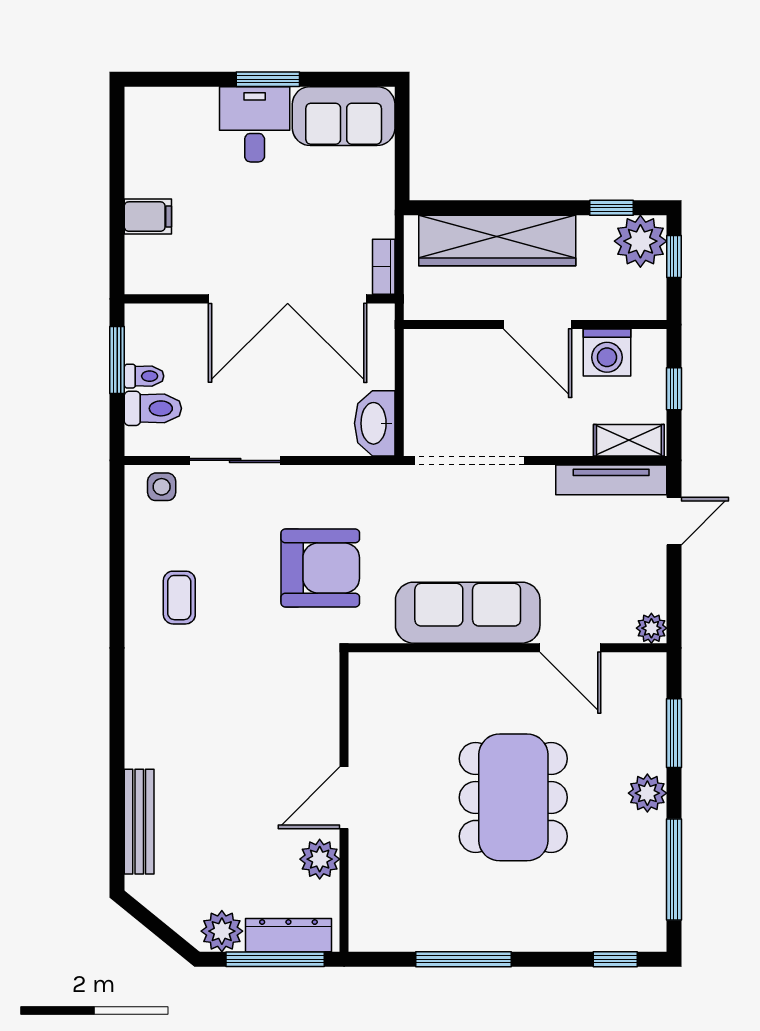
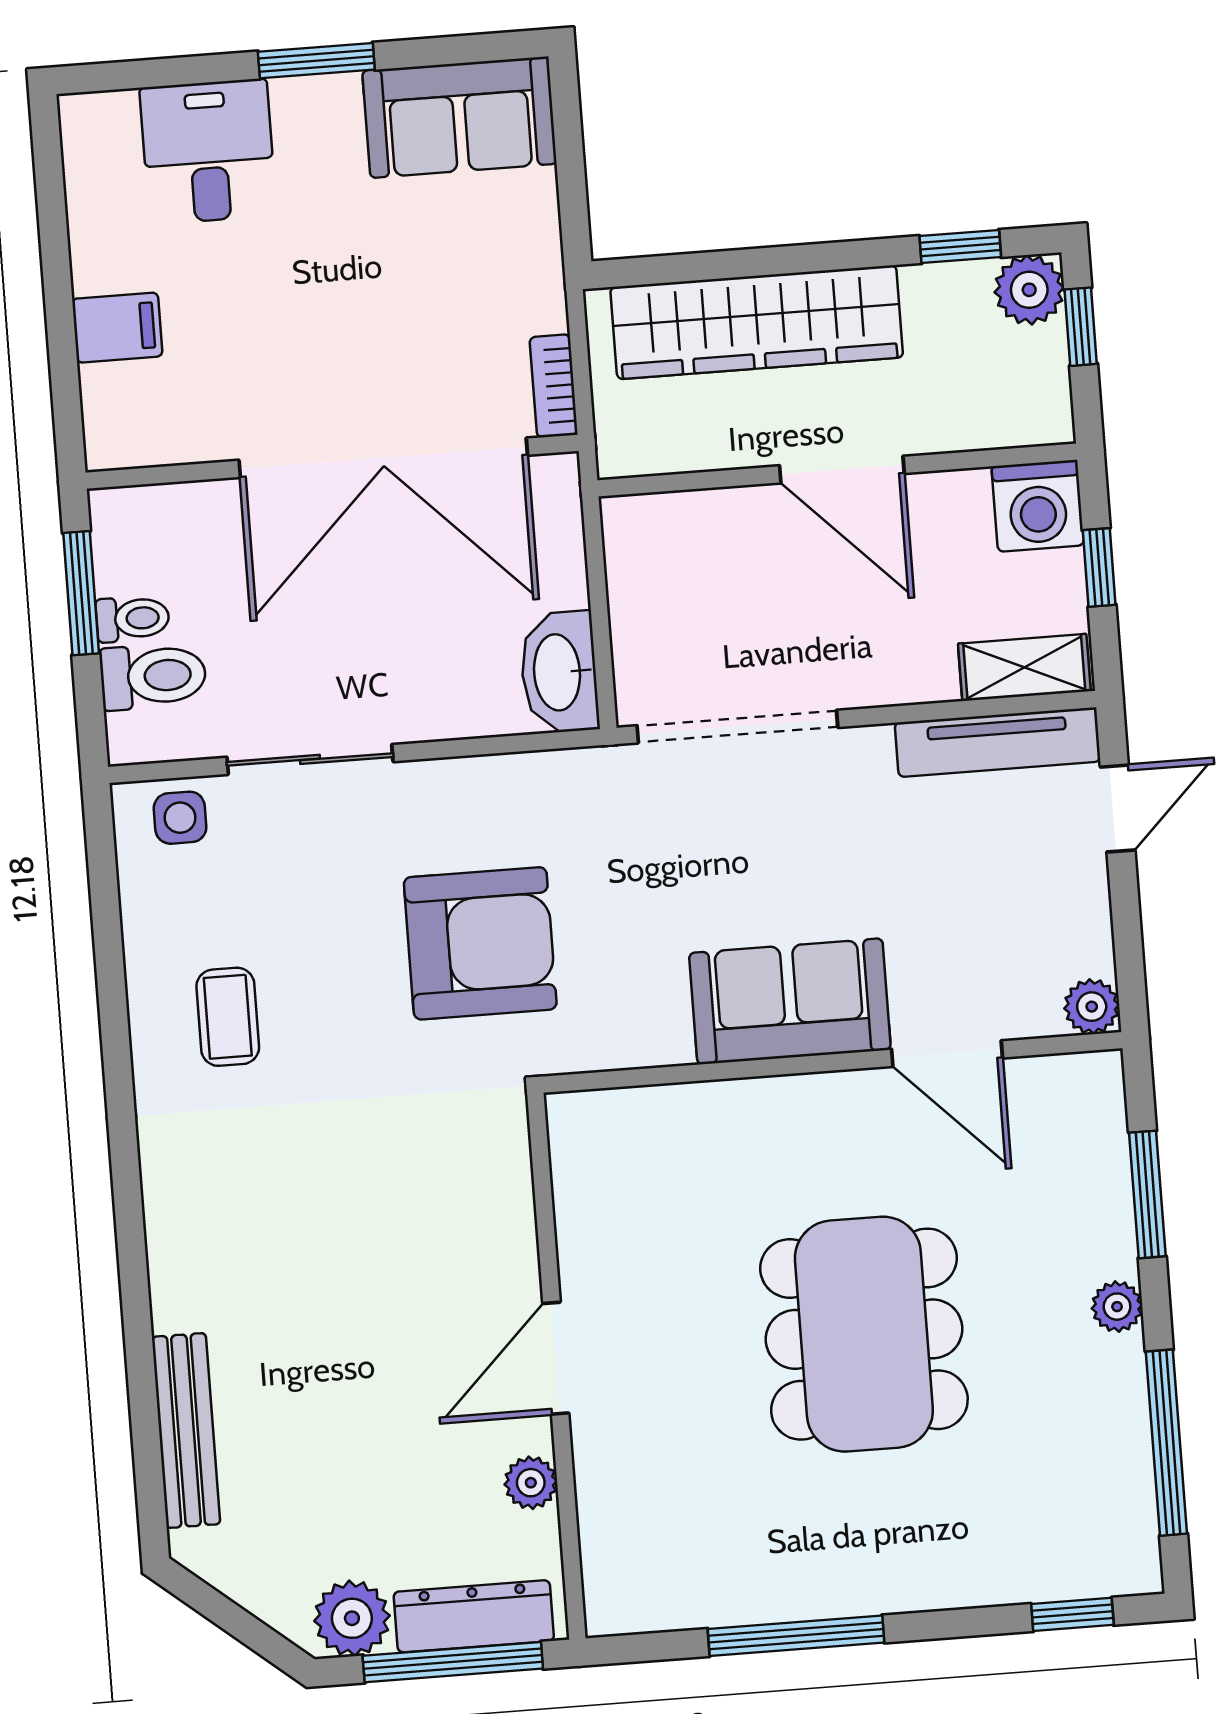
desk: (255, 124) -> (208, 152), moved
plant: (640, 241) -> (1029, 290), width x0.73, depth x0.73
washing machine: (607, 353) -> (1038, 506), moved
sofa: (468, 613) -> (790, 1001), width x0.73
plant: (647, 793) -> (1117, 1307), width x0.73, depth x0.73
plant: (320, 859) -> (531, 1483), width x0.73, depth x0.73

